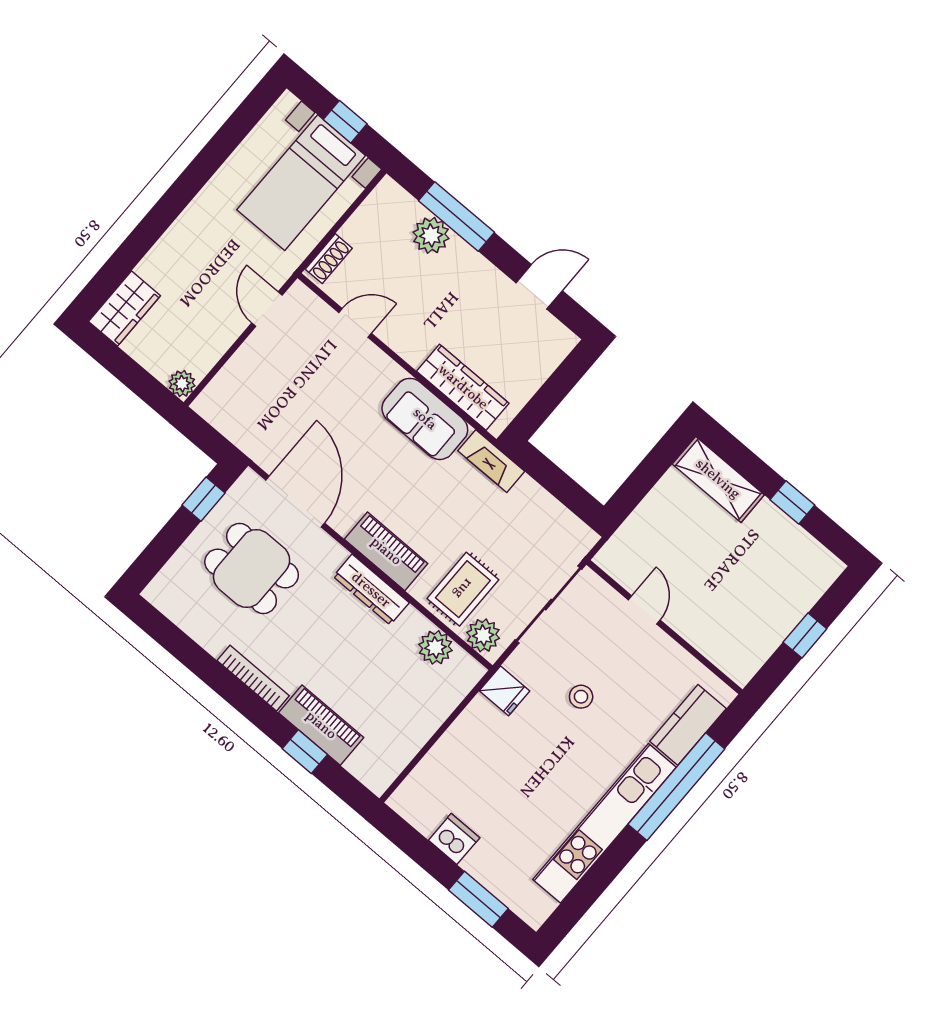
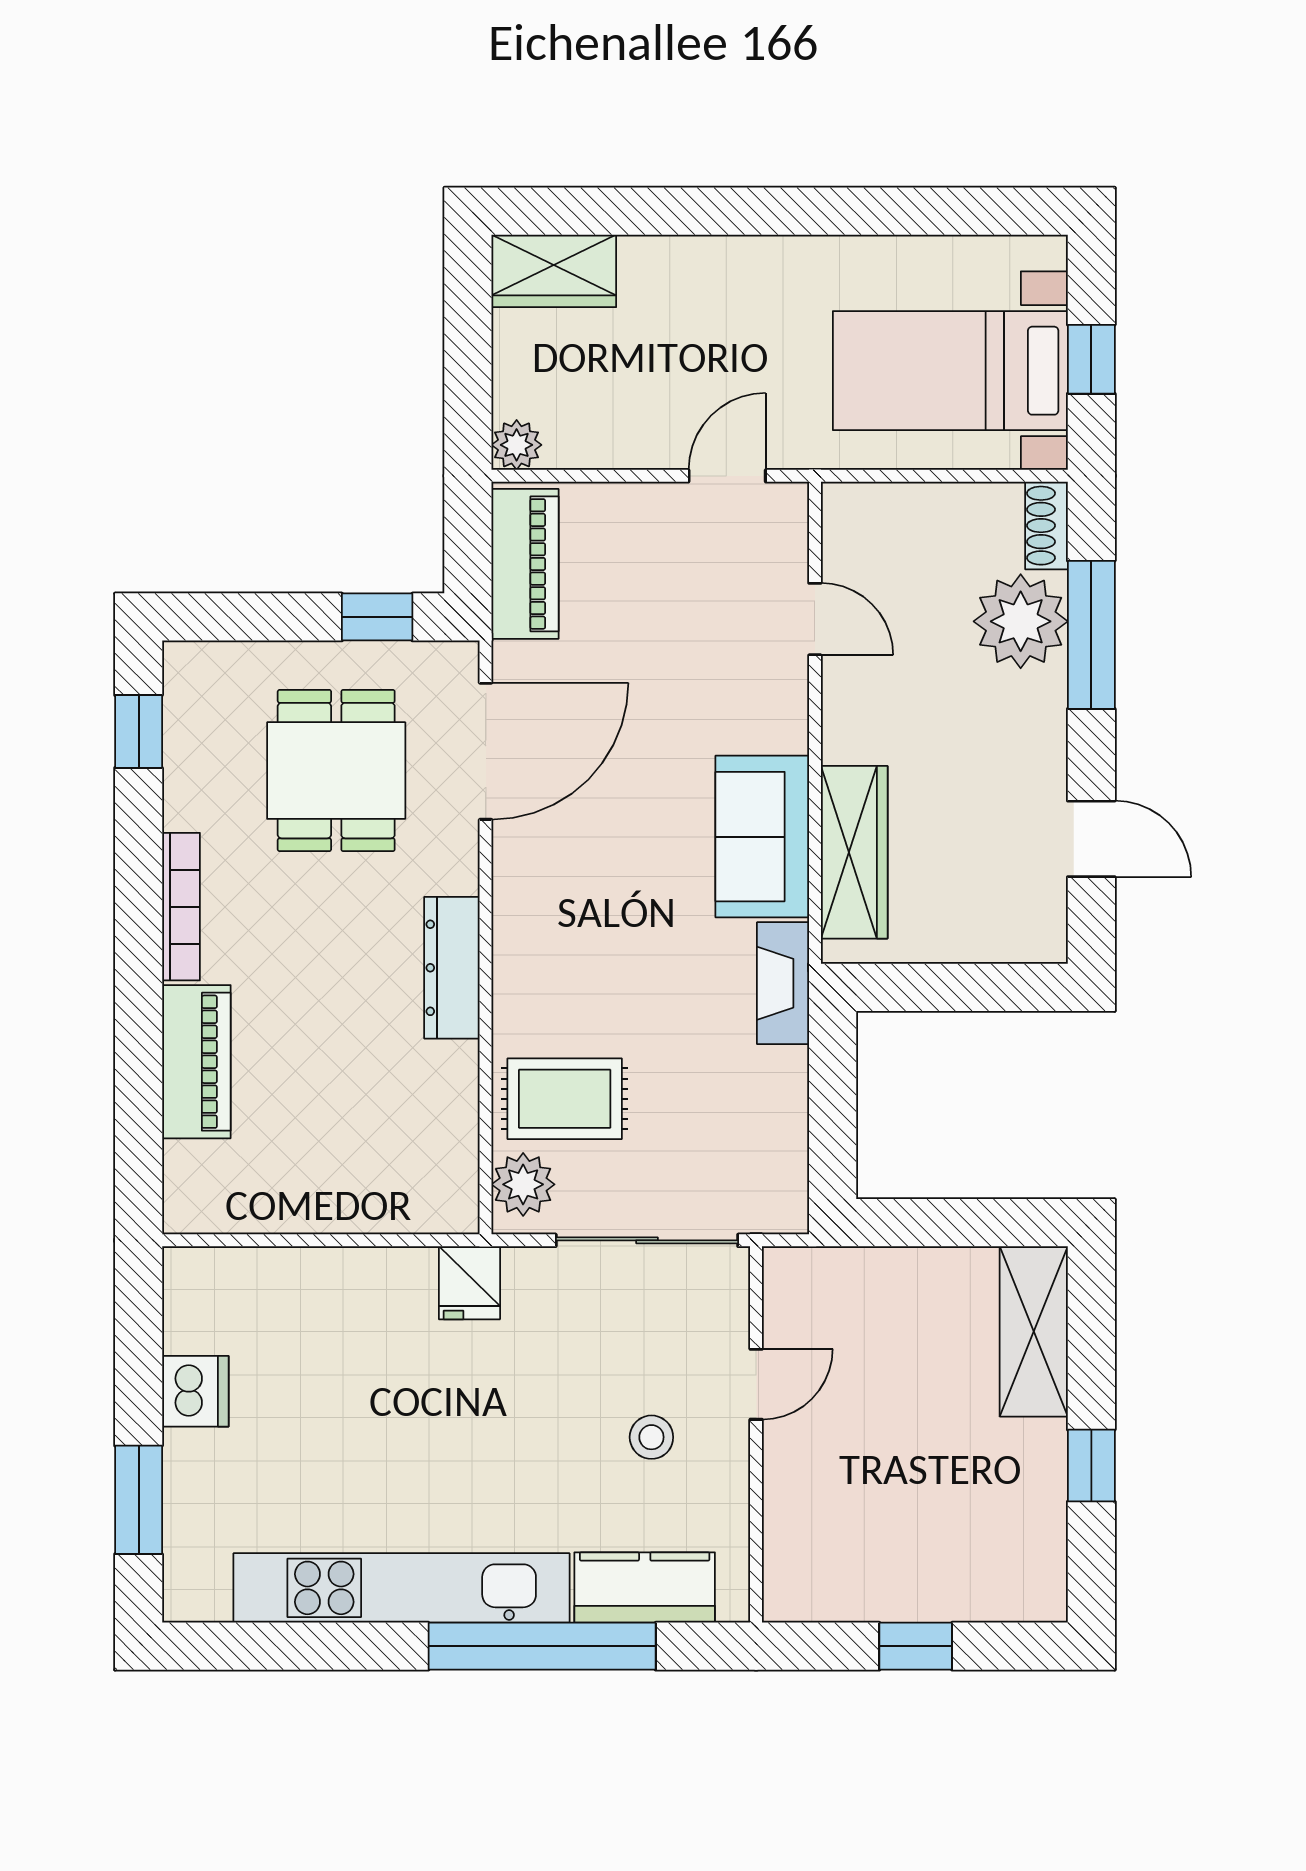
plant: (431, 235) -> (1021, 621), width x1.36, depth x1.36
shoe rack: (329, 259) -> (1047, 526), moved, turned 90
piano: (386, 551) -> (525, 564), moved
plant: (435, 647) -> (448, 1131), removed
stool: (581, 697) -> (651, 1437), moved
window: (305, 752) -> (139, 732), moved

